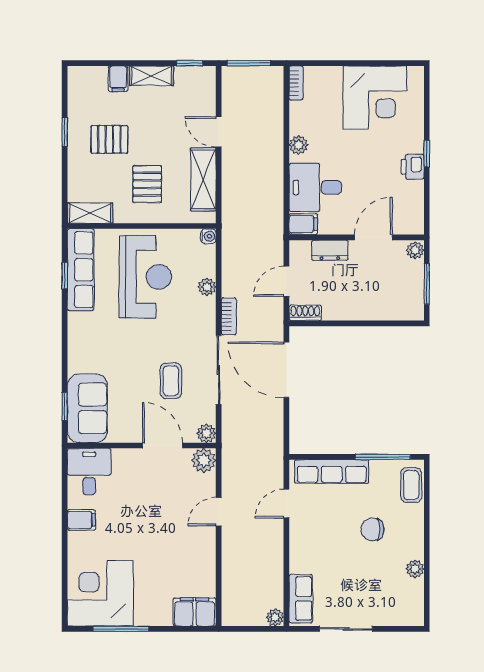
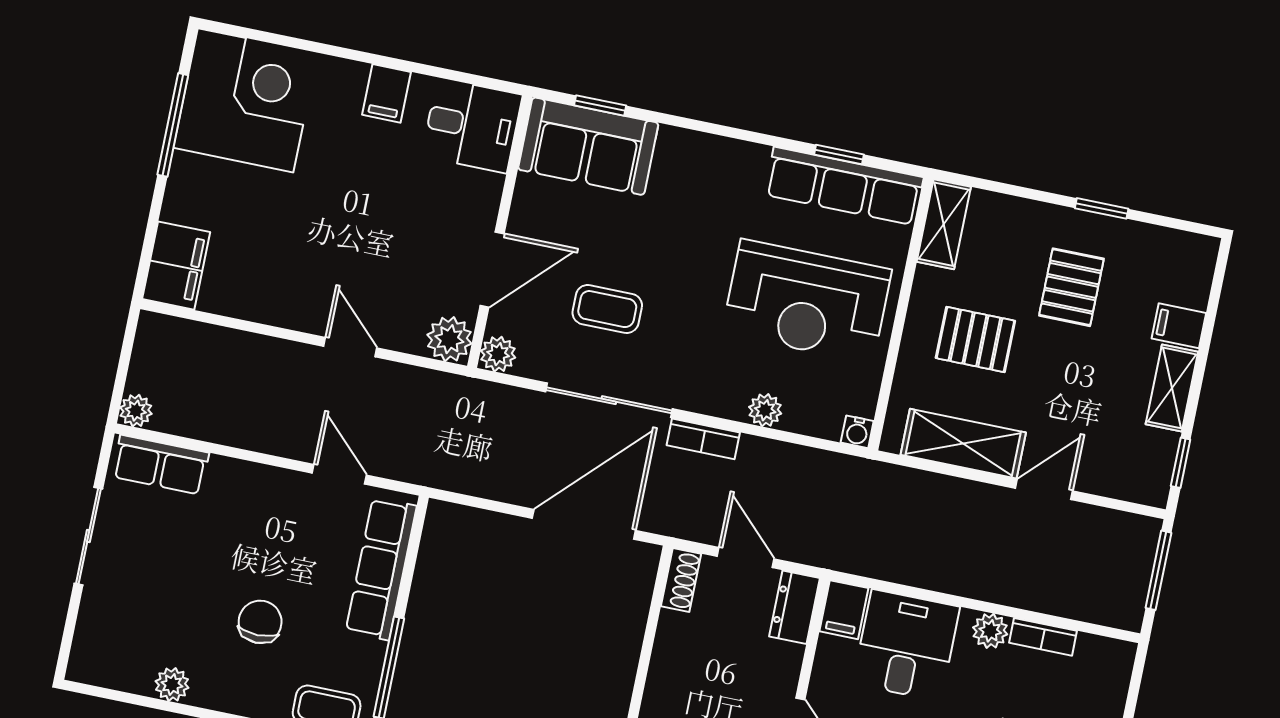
bookcase: (296, 83) -> (1043, 637), moved
dresser: (330, 250) -> (795, 607), moved

